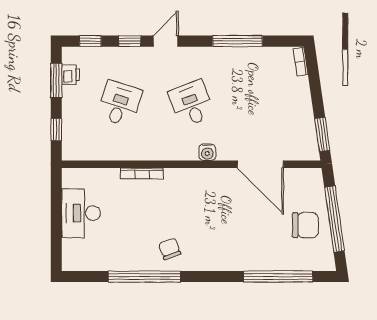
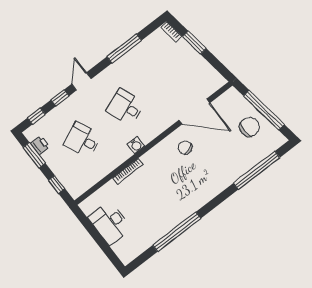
desk: (120, 104) -> (83, 140), turned -42
window: (322, 135) -> (194, 42), moved
water cooler: (207, 152) -> (136, 145), moved
chair: (170, 249) -> (185, 148), moved

